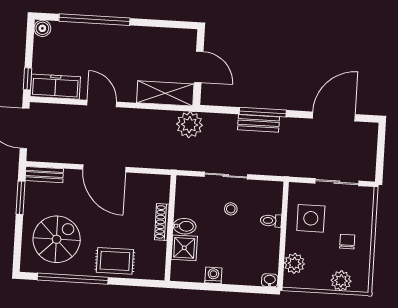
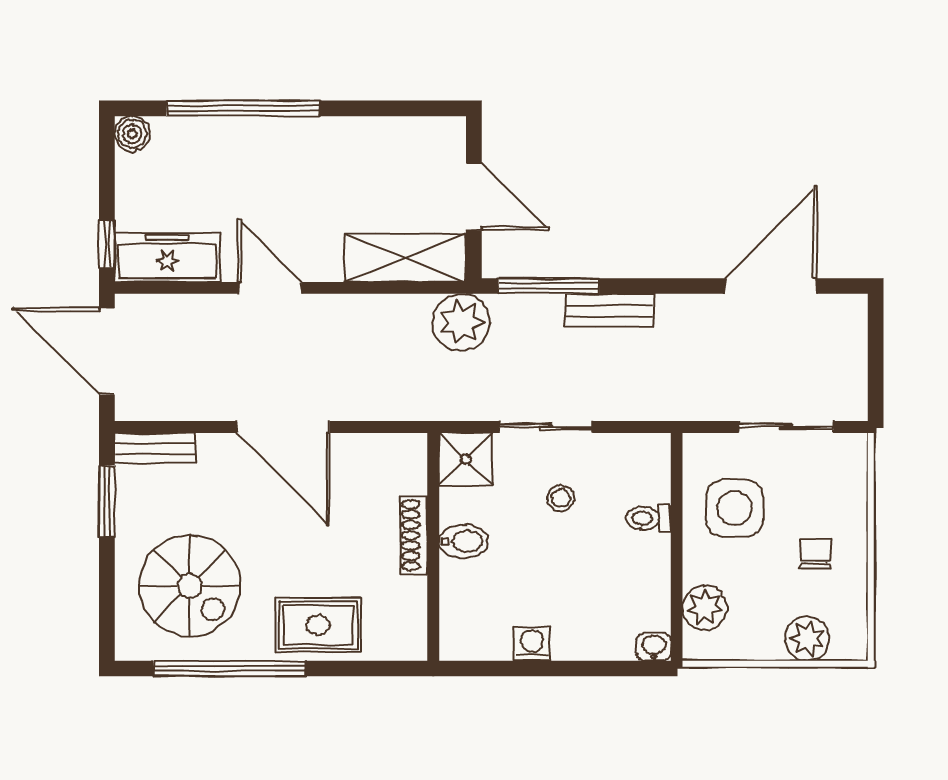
window: (263, 112) -> (549, 286), moved
spiral stairs: (57, 239) -> (190, 586), turned 90
shower: (184, 248) -> (466, 459), moved

